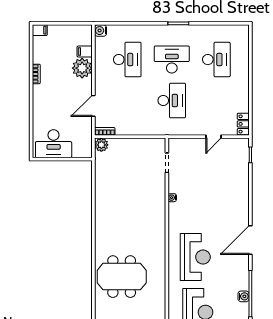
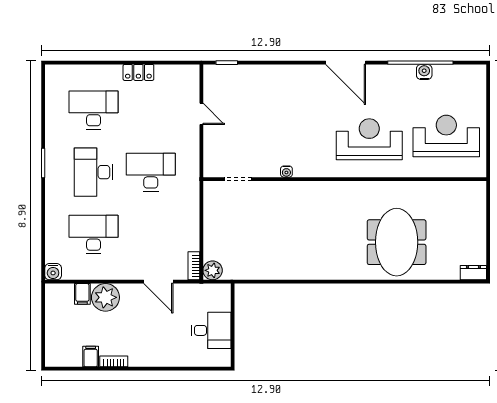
filing cabinet: (40, 30) -> (91, 357), moved
locker: (243, 124) -> (138, 72), moved
desk: (54, 144) -> (211, 330), width x0.73

